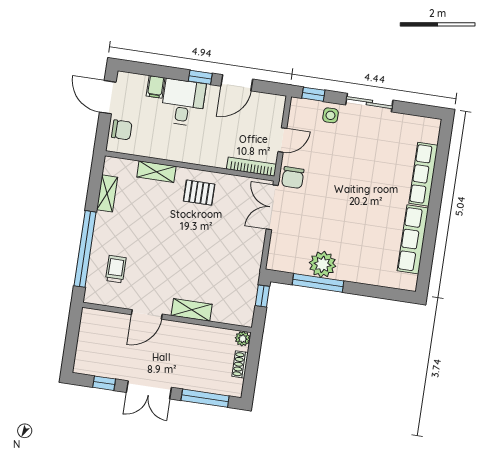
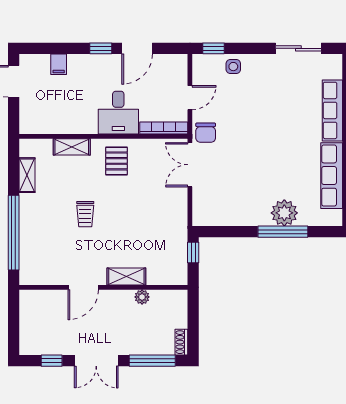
desk: (183, 102) -> (118, 113), moved, turned 180
sliding door: (369, 103) -> (298, 48), moved
chair: (122, 130) -> (32, 111), removed
pallet: (199, 193) -> (116, 161), turned 90
plant: (323, 264) -> (284, 213), moved
trolley: (116, 269) -> (85, 214), moved, turned 180
window: (318, 283) -> (283, 232), moved
plant: (243, 339) -> (142, 297), moved
shoe rack: (240, 364) -> (181, 342), moved

